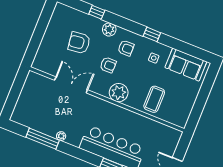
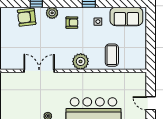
armchair: (79, 43) -> (27, 17), moved
armchair: (108, 65) -> (63, 42), removed

